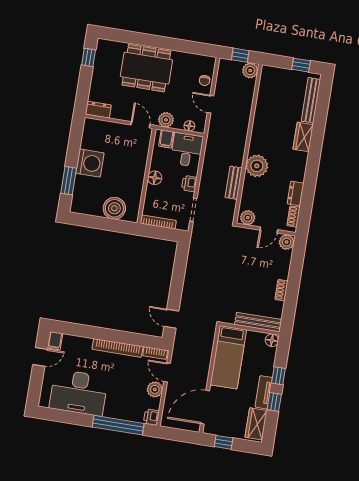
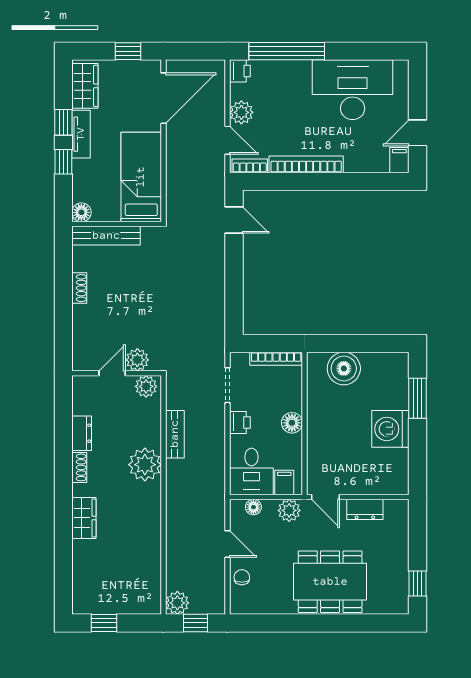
bench: (311, 100) -> (81, 574), removed
dresser: (98, 110) -> (365, 509), moved
shoe rack: (293, 216) -> (79, 467), moved
plant: (287, 242) -> (137, 360), moved

